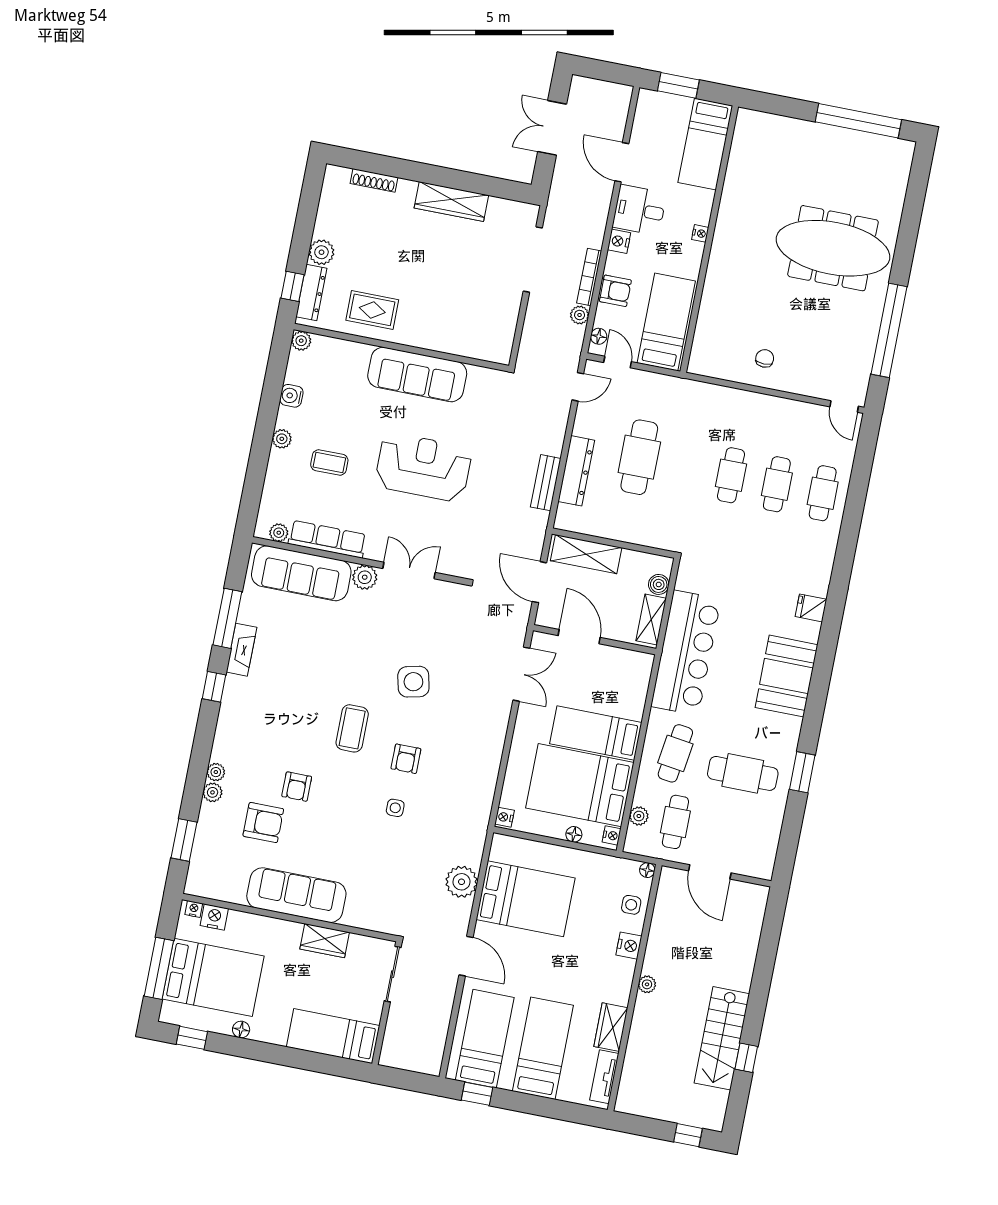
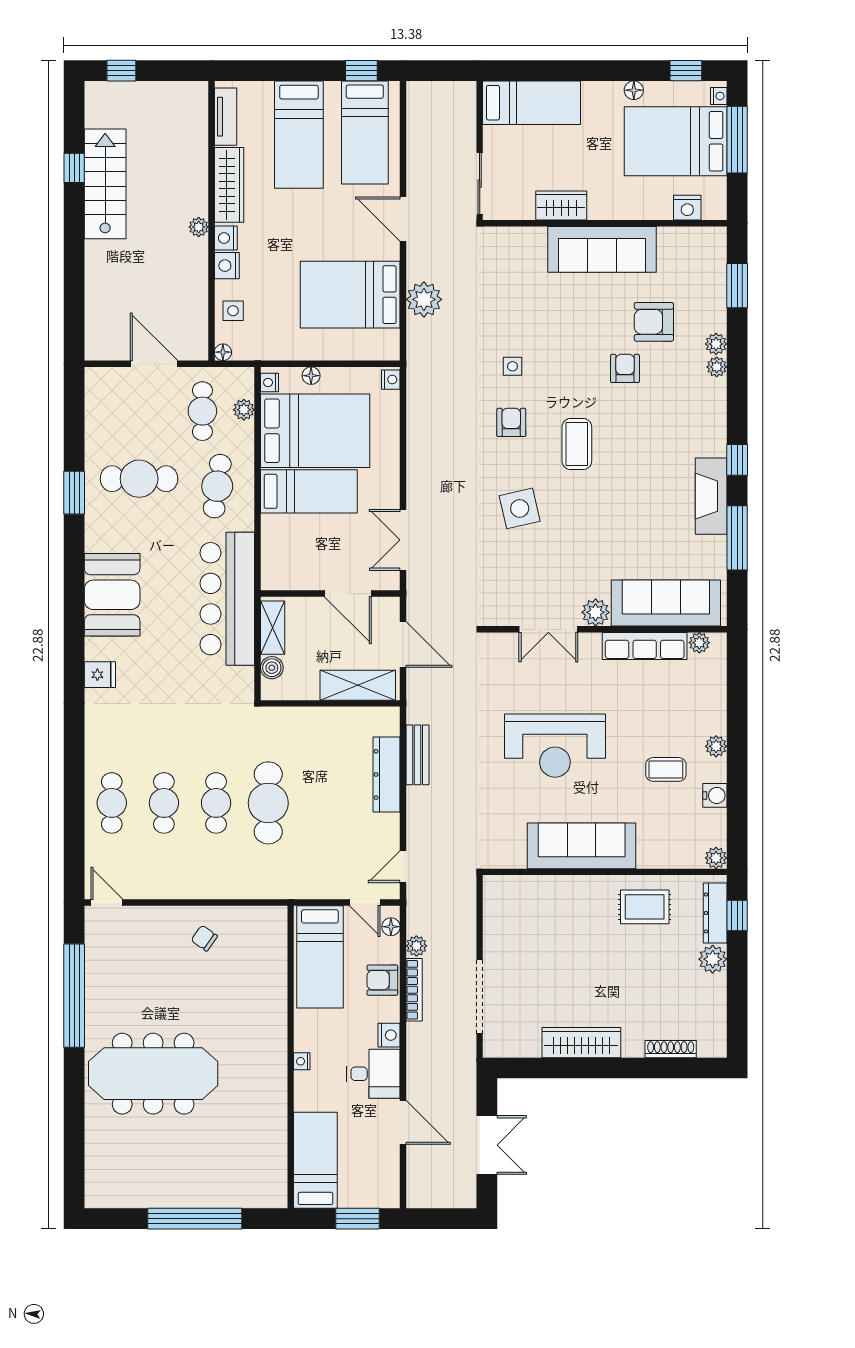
window: (858, 121) -> (195, 1219), moved
chair: (765, 358) -> (204, 938), turned 125
cafe table: (639, 457) -> (268, 803), moved
coffee table: (329, 463) -> (666, 769), moved
fireplace: (242, 650) -> (711, 496), width x1.37, depth x1.32
nightstand: (194, 909) -> (719, 96), moved, turned -90
nightstand: (625, 970) -> (226, 238), added
wardrobe: (611, 1027) -> (229, 185), width x1.50

